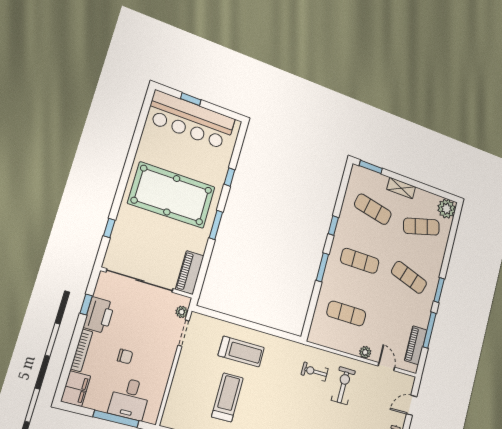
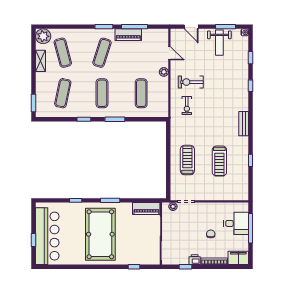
shelving: (401, 188) -> (40, 61), moved
printer: (99, 315) -> (195, 260), width x0.53, depth x0.68
piano: (416, 345) -> (128, 35), moved
door: (386, 367) -> (169, 53), swing flipped
treadmill: (227, 397) -> (219, 161), turned -90

